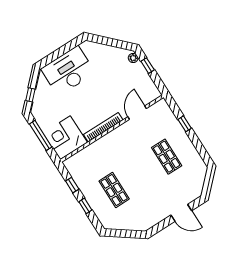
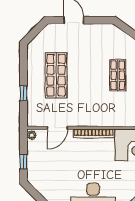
plant: (133, 58) -> (32, 135), moved
shop shelf: (167, 157) -> (56, 75), width x1.43, depth x1.36

